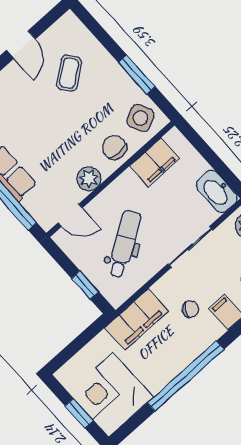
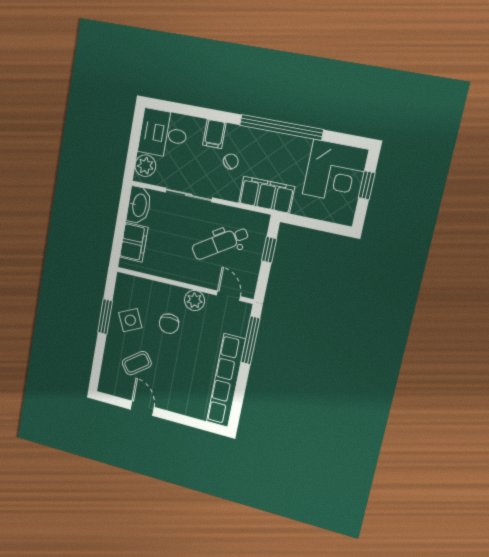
door: (21, 45) -> (142, 408), hinge flipped
side table: (140, 118) -> (130, 320), moved
chair: (114, 147) -> (169, 324), moved
filing cabinet: (155, 162) -> (134, 242), moved, turned 90
chair: (191, 309) -> (231, 161), turned 105

